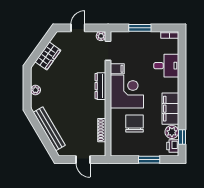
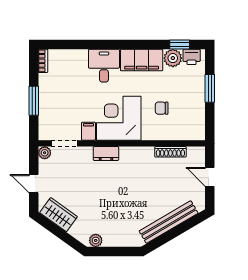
wardrobe: (48, 56) -> (59, 215), moved
desk: (166, 66) -> (104, 66), moved
dresser: (100, 86) -> (106, 154), width x0.70
plant: (35, 90) -> (96, 240), moved
chair: (134, 124) -> (162, 108), width x0.54, depth x0.54
door: (83, 160) -> (210, 177), swing flipped

